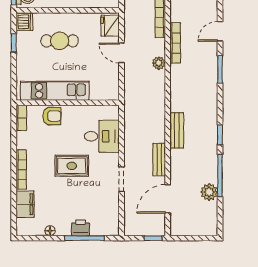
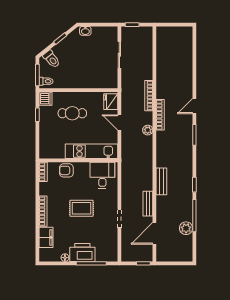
kitchen unit: (55, 91) -> (91, 151), moved
armchair: (52, 116) -> (66, 170), turned 180
desk: (102, 136) -> (102, 175), moved, turned -90
printer: (81, 228) -> (82, 252), width x1.87, depth x1.48

